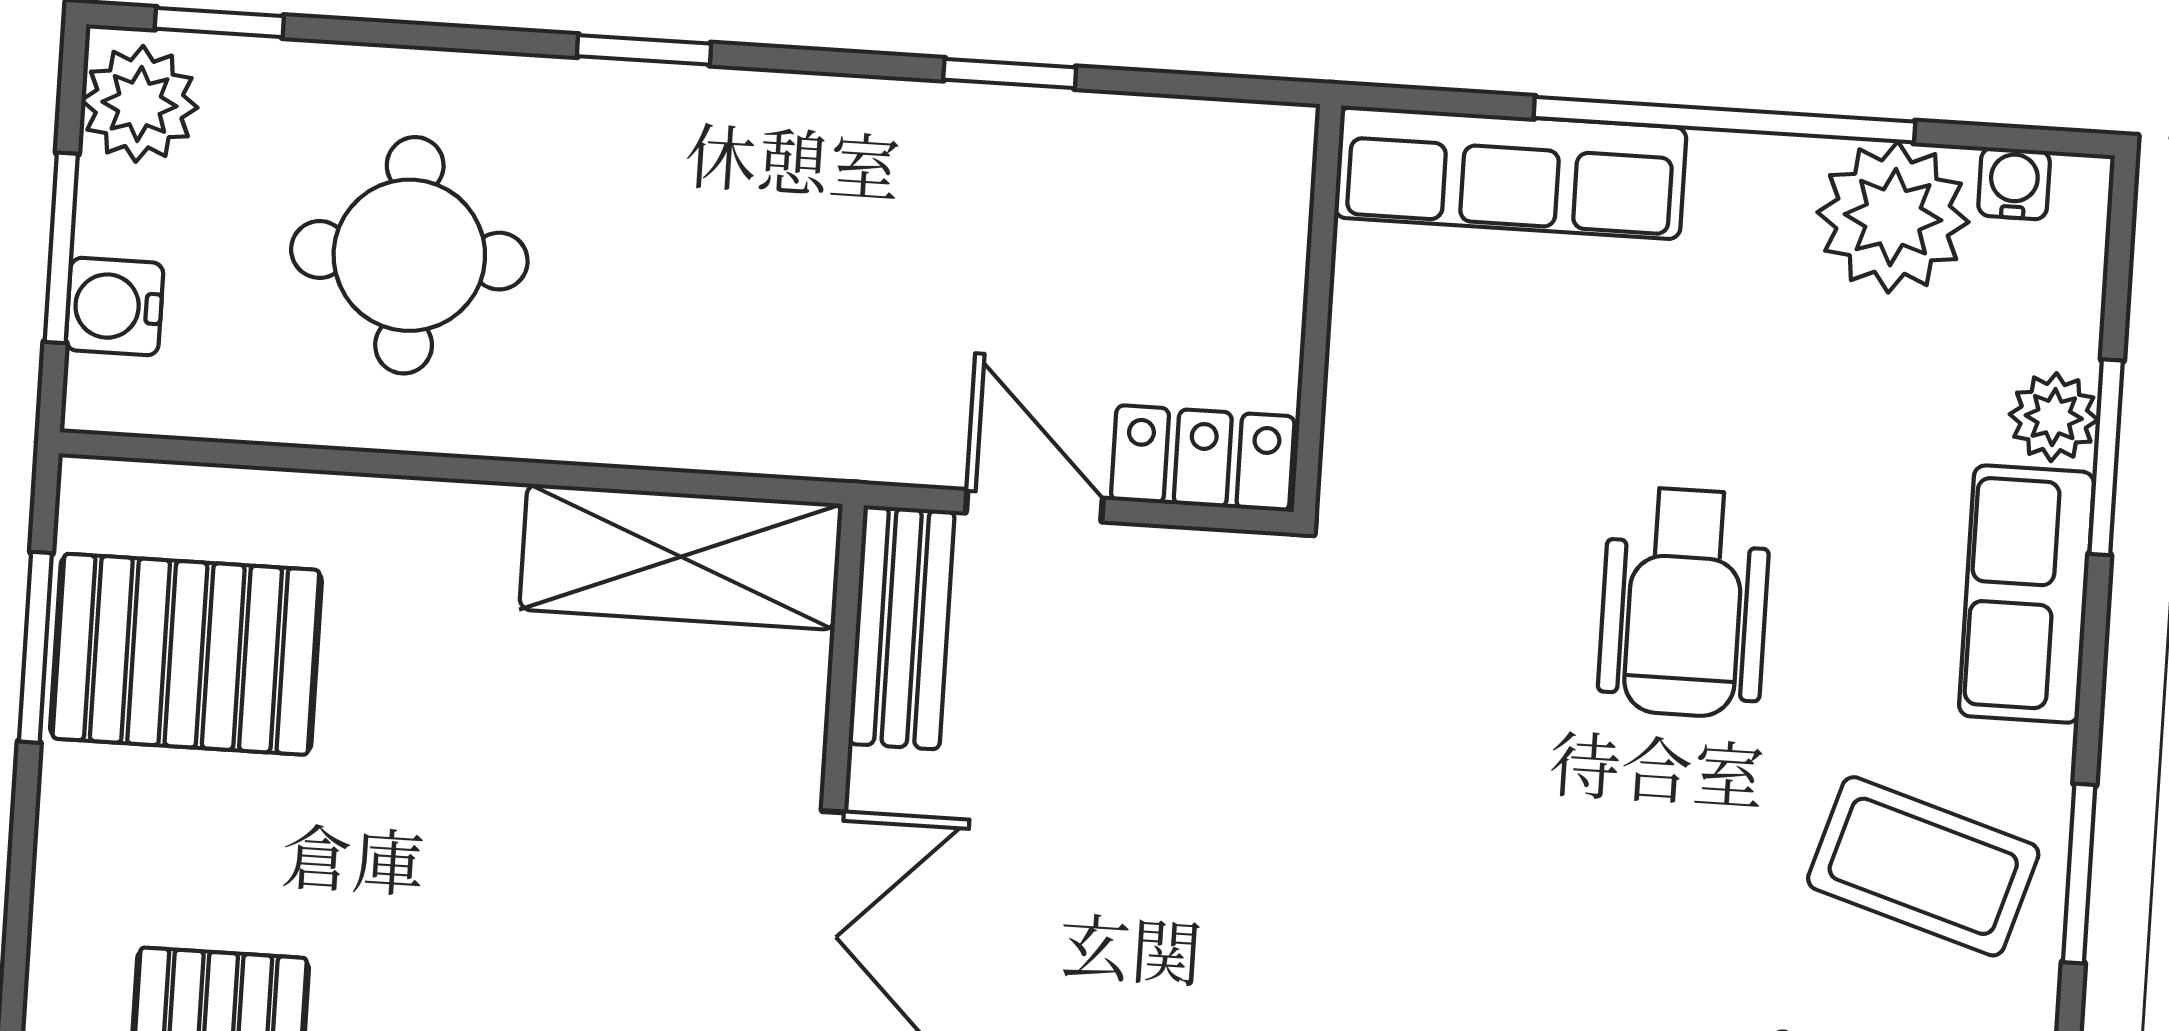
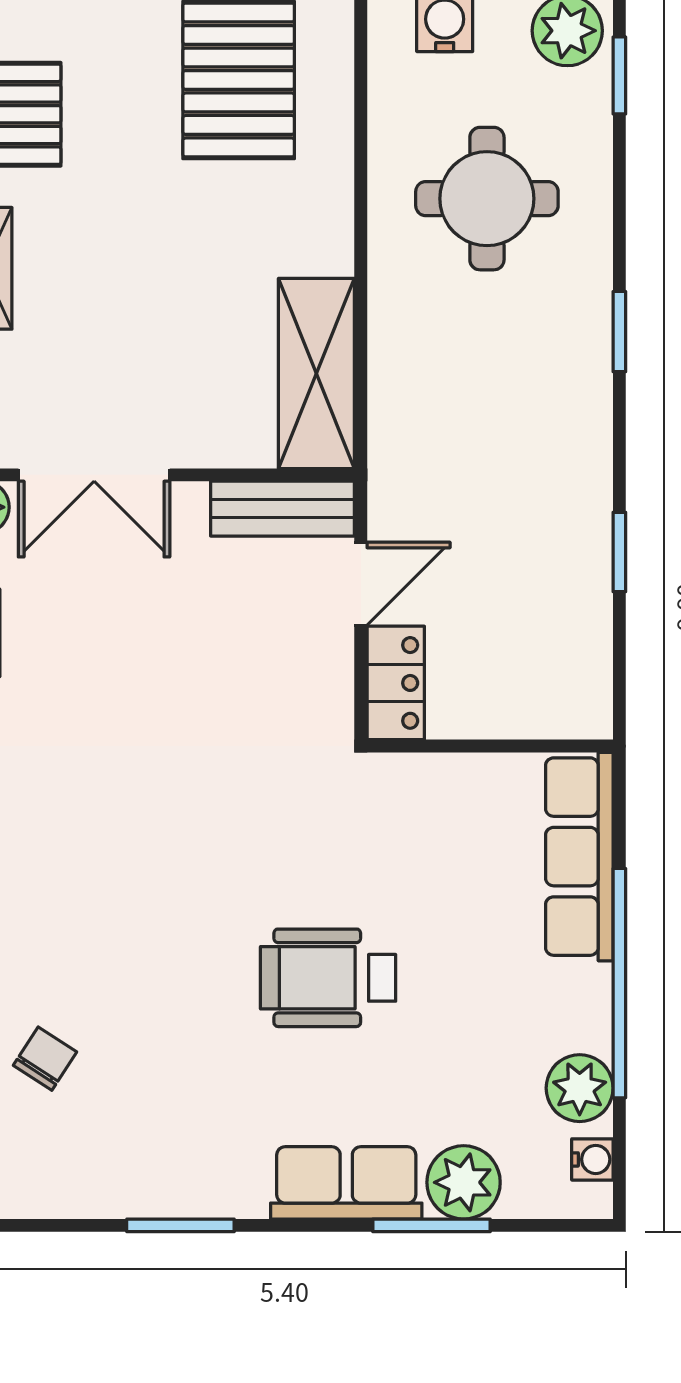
plant: (1893, 217) -> (580, 1088), width x0.73, depth x0.73
plant: (2054, 417) -> (464, 1182), width x1.38, depth x1.38
coffee table: (1923, 866) -> (179, 1131), removed

